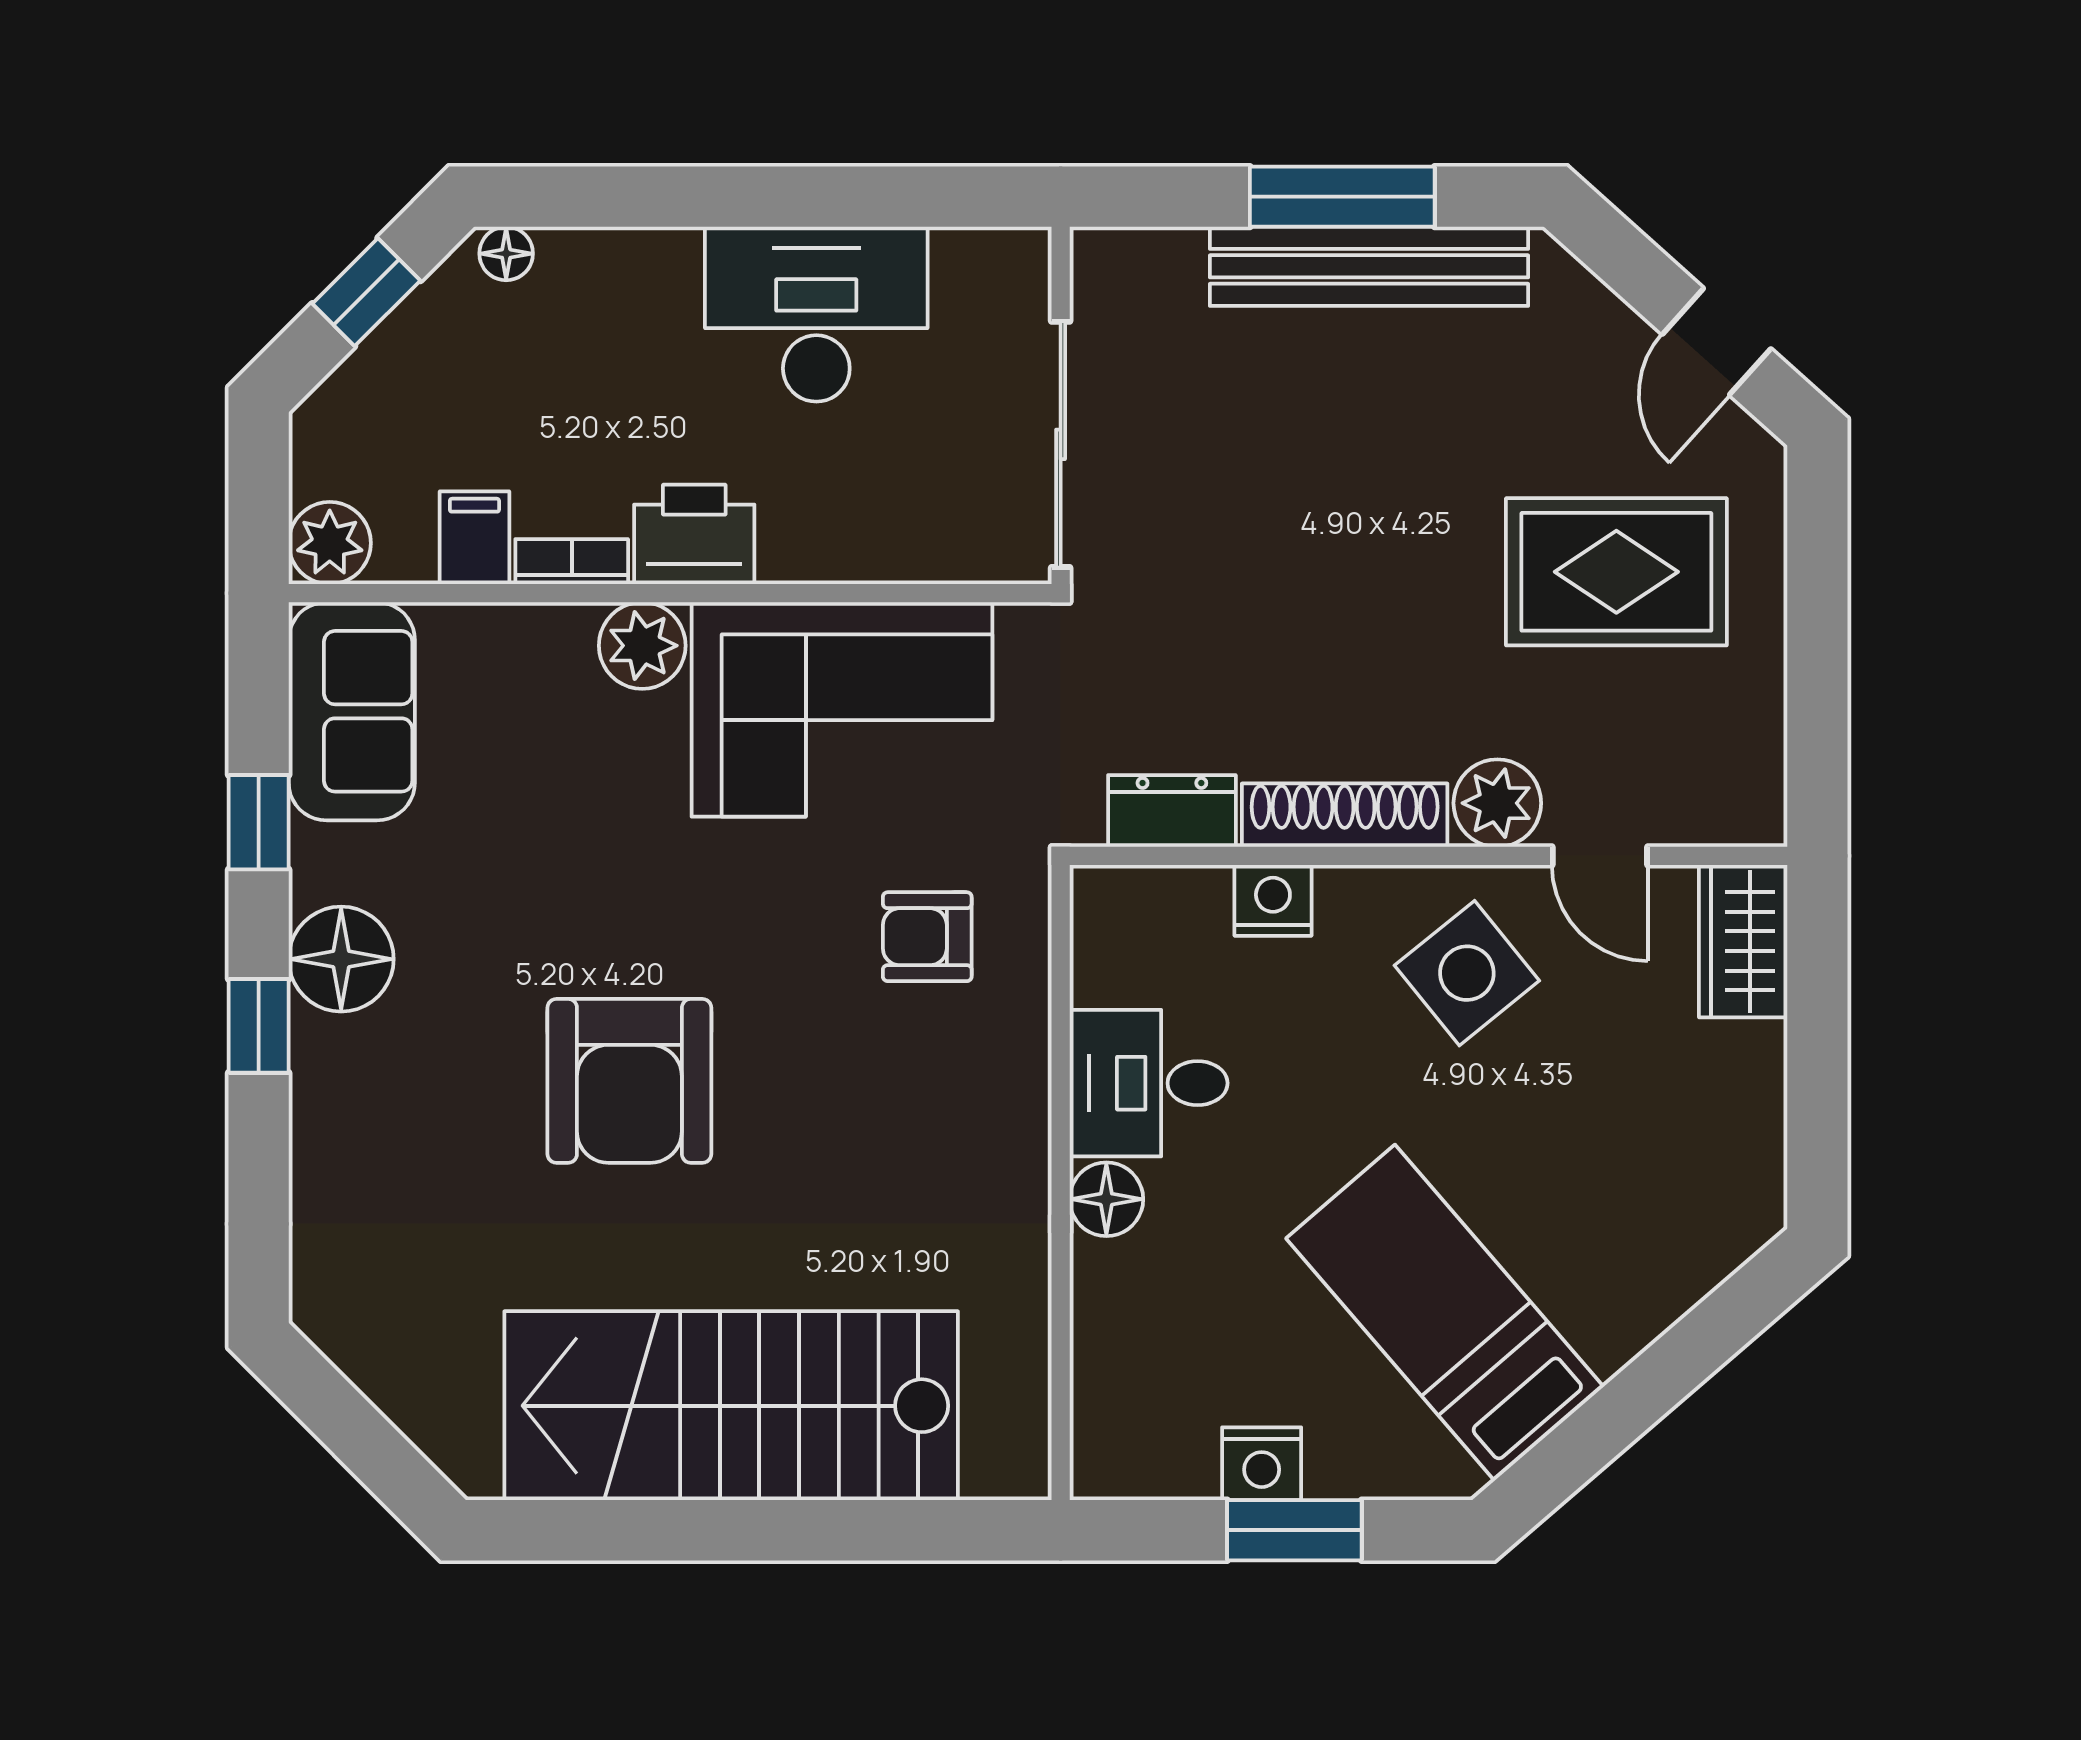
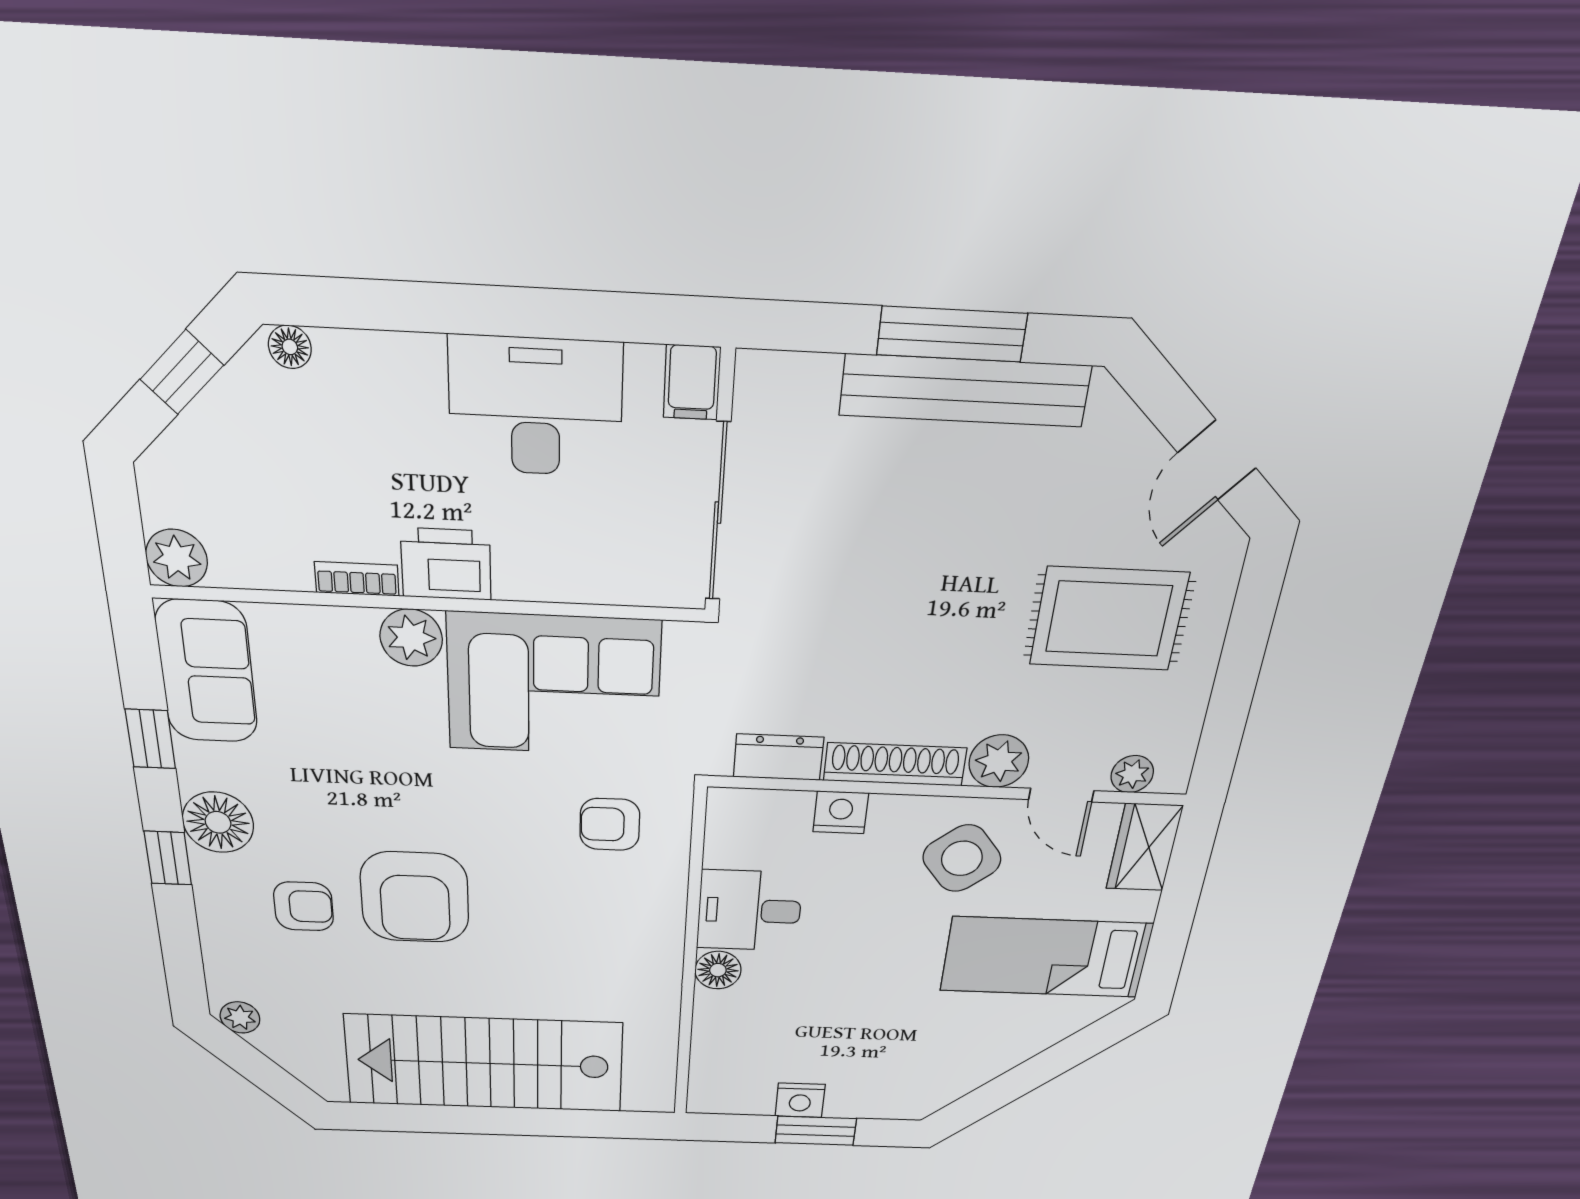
filing cabinet: (474, 538) -> (692, 382), moved, turned 180
plant: (1699, 816) -> (1132, 774), added
armchair: (457, 1105) -> (304, 906), added
bed: (1445, 1313) -> (1046, 957), moved, turned -49
plant: (337, 1327) -> (240, 1017), added

